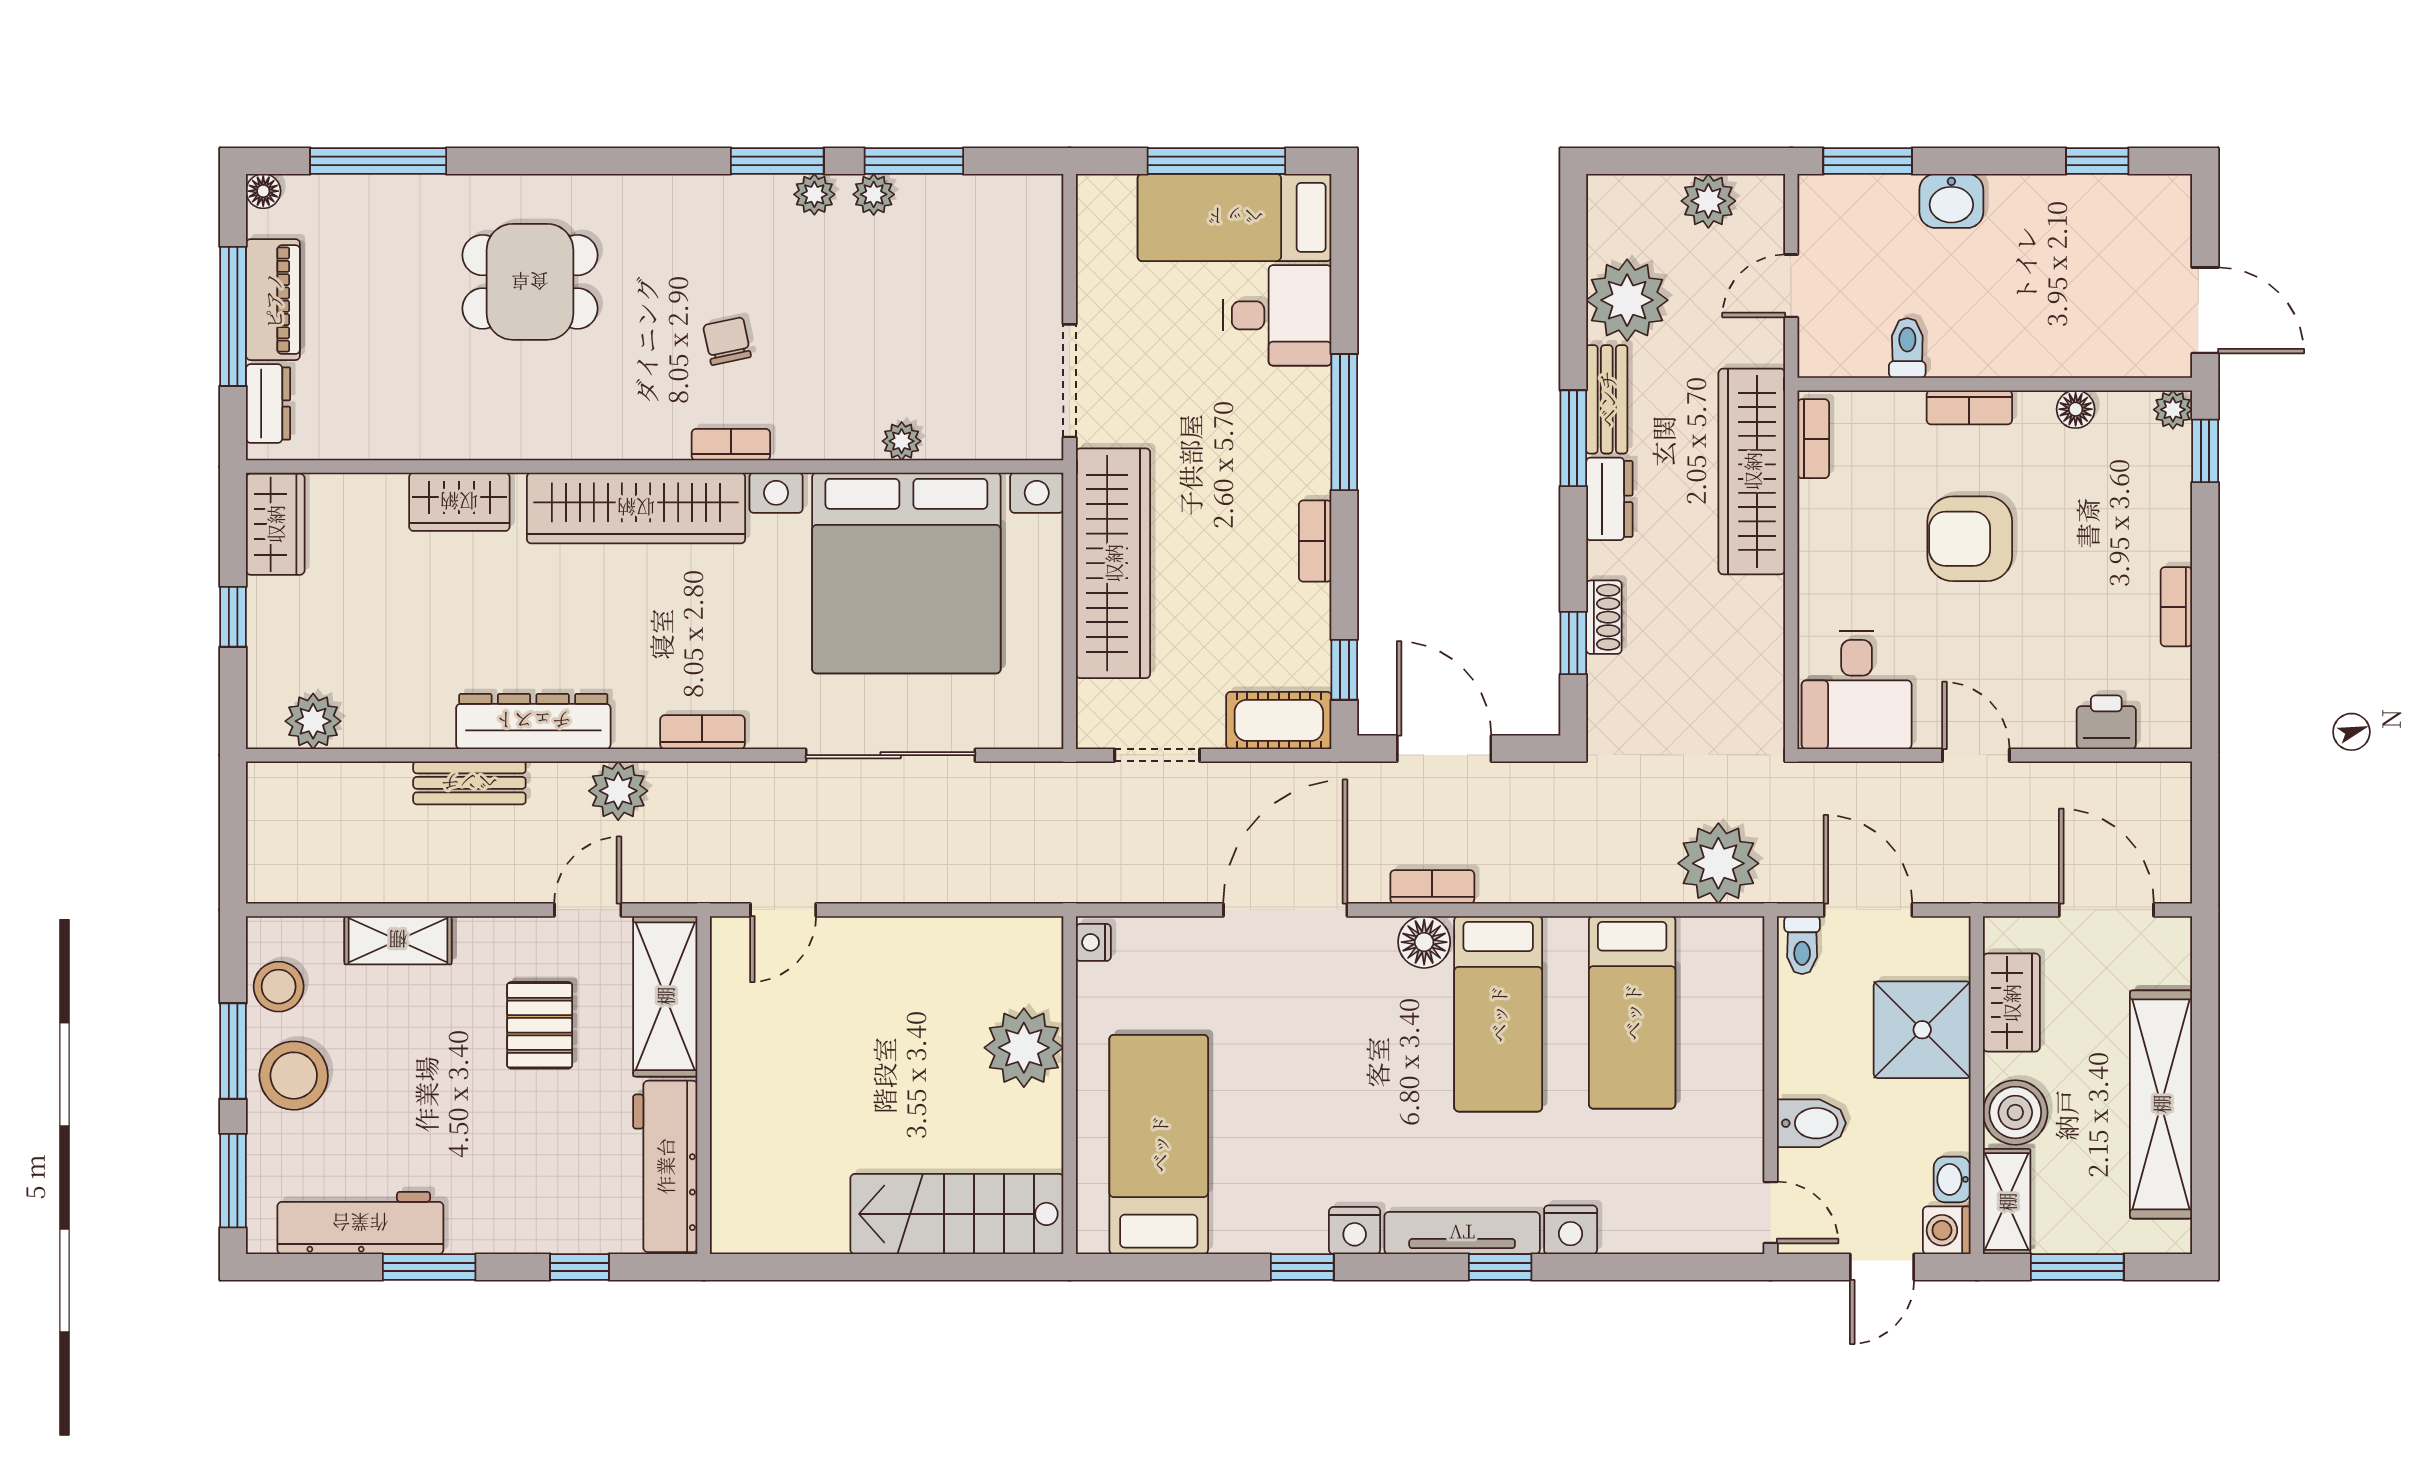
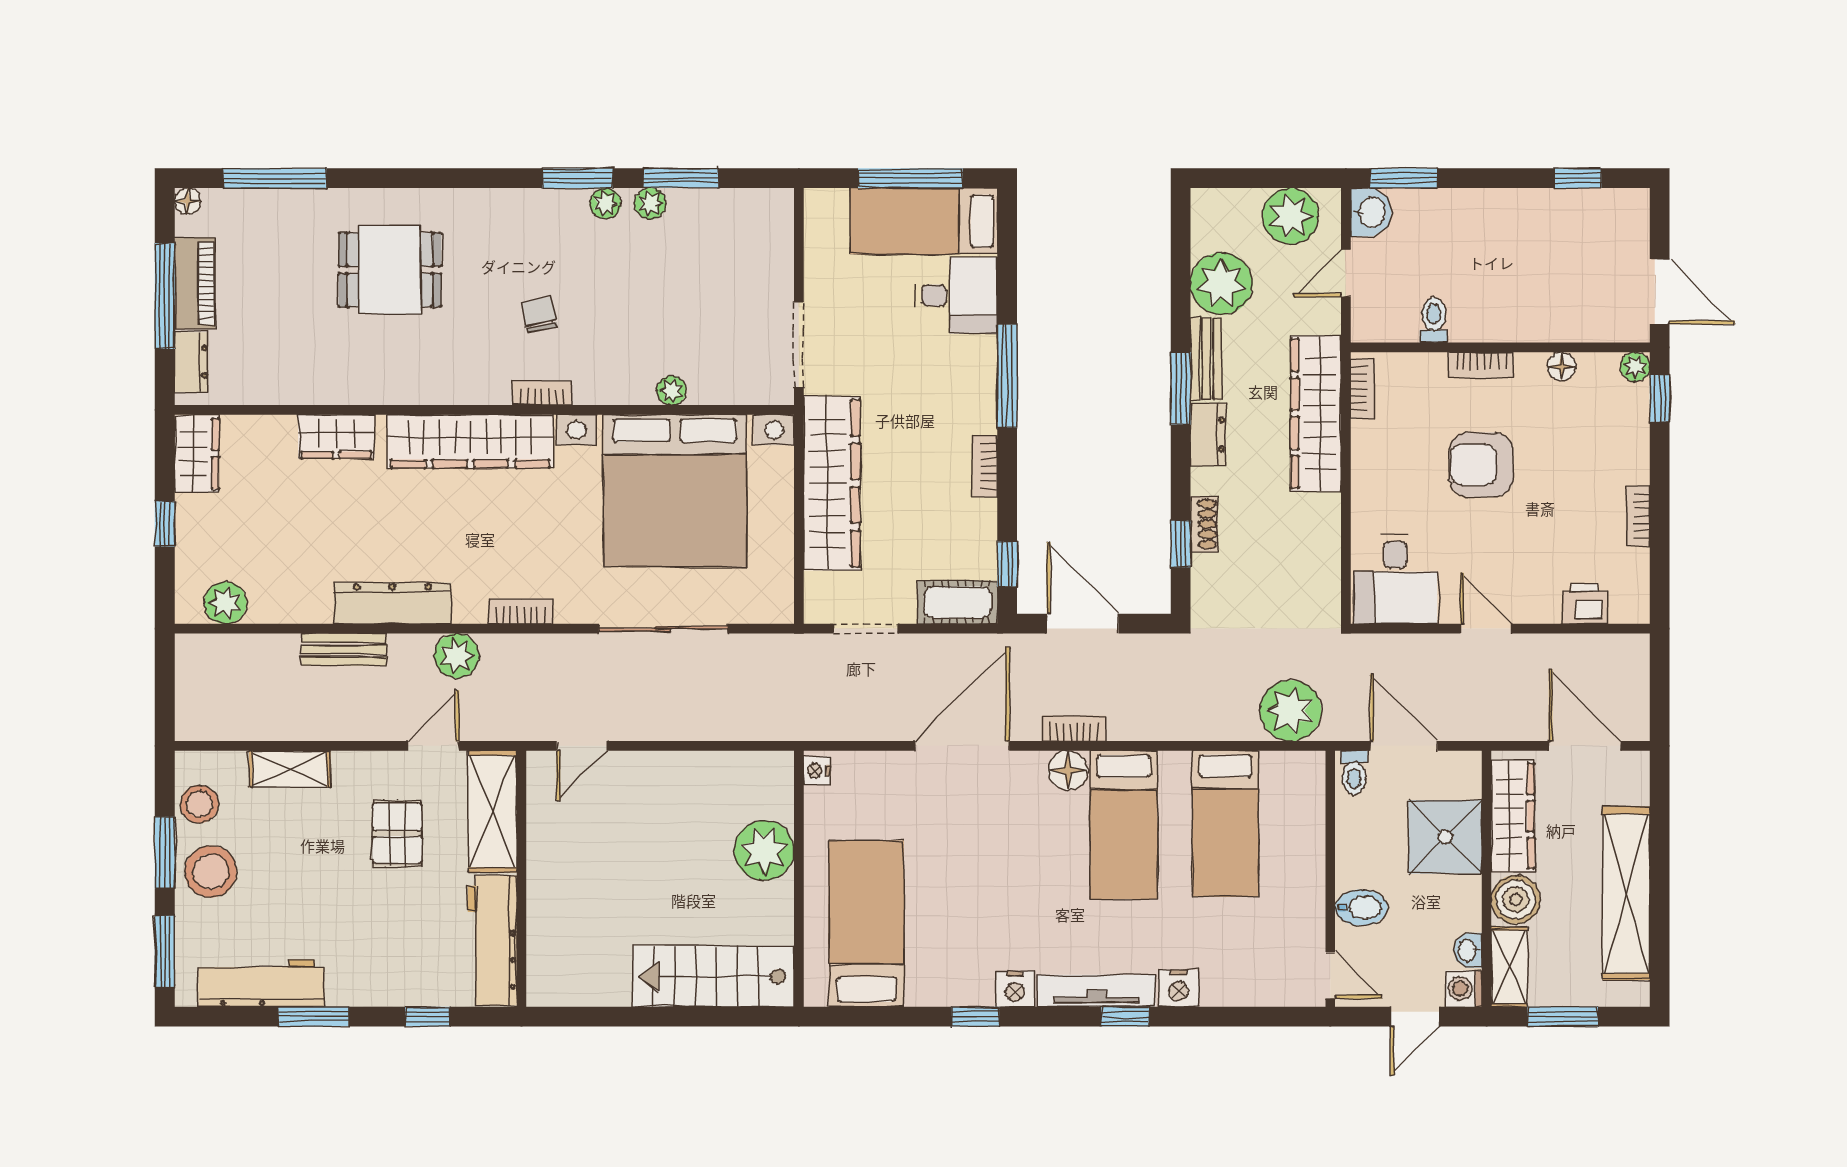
plant: (1708, 201) -> (1291, 216), width x1.36, depth x1.36
washbasin: (1951, 201) -> (1371, 212), moved, turned -90
wardrobe: (2011, 1003) -> (1513, 816), width x1.50

